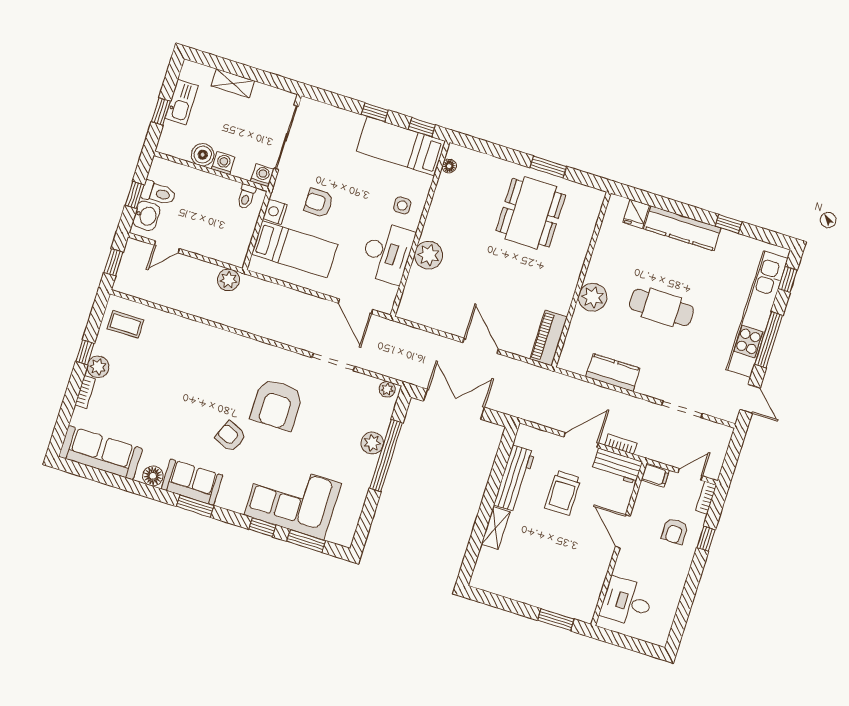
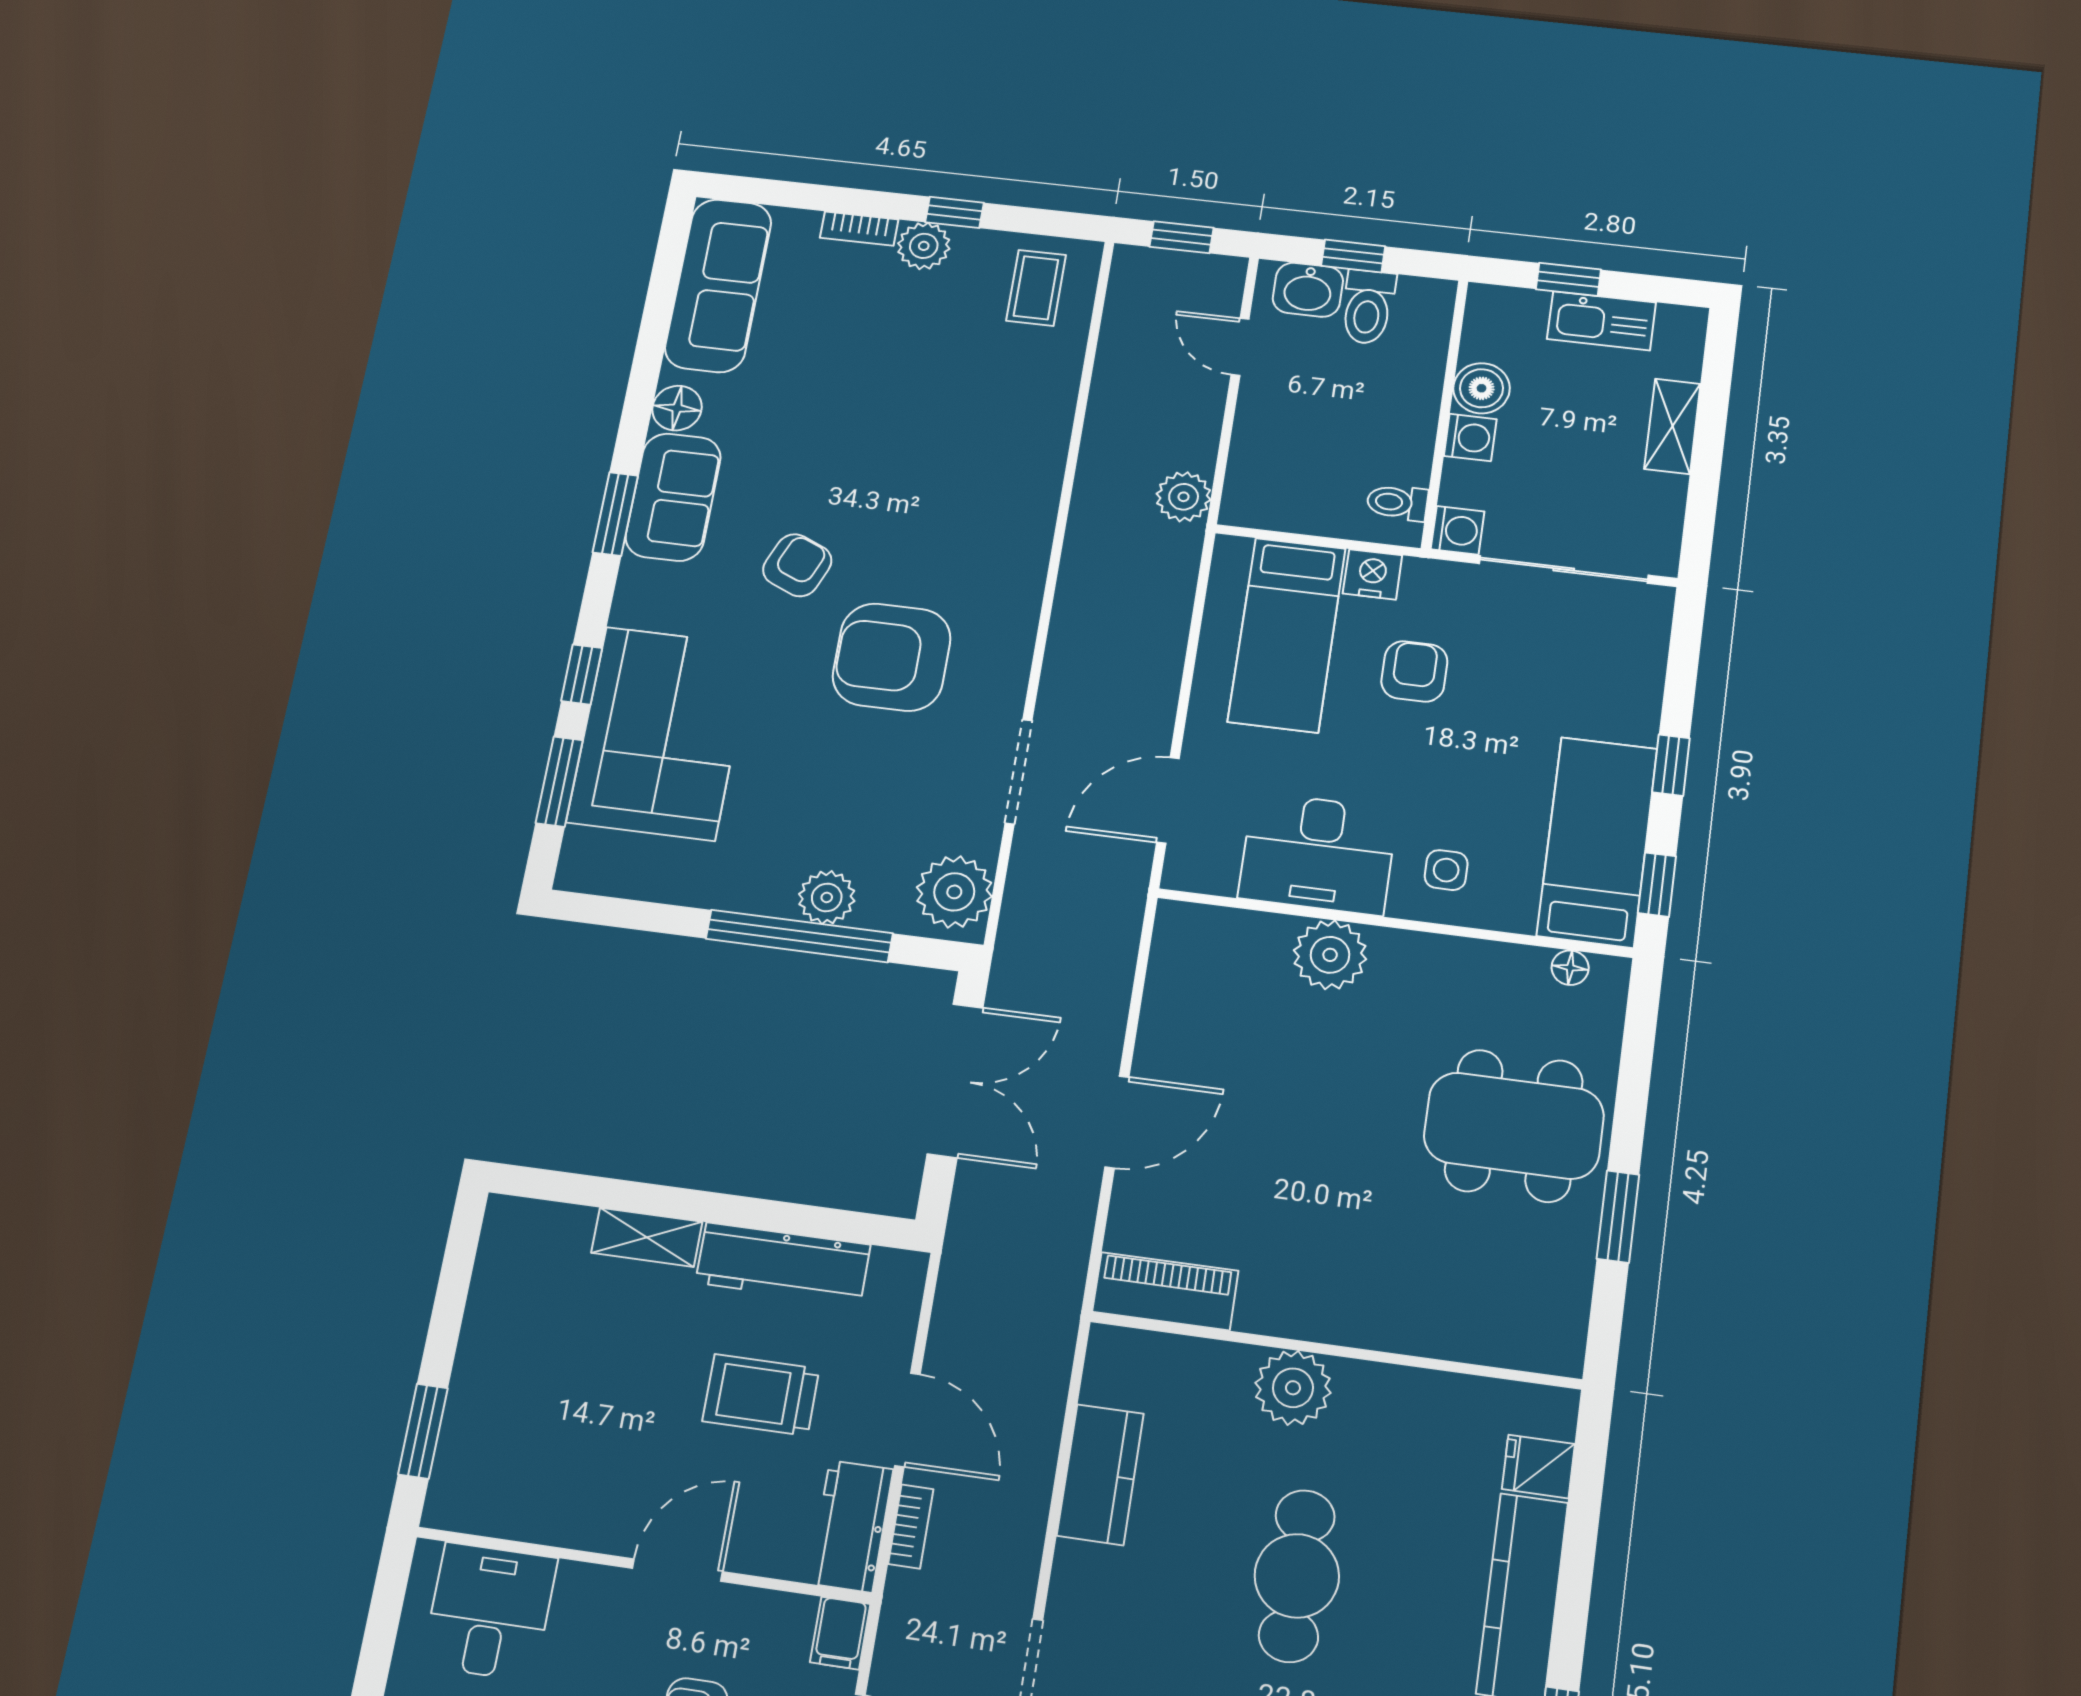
dining table: (531, 213) -> (1514, 1126), moved
plant: (387, 389) -> (954, 892), width x1.88, depth x1.88

